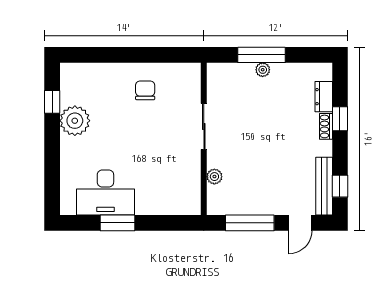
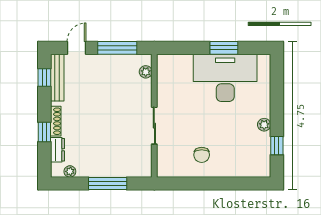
plant: (263, 70) -> (70, 171), moved
plant: (75, 121) -> (264, 125), width x0.53, depth x0.53
shoe rack: (326, 126) -> (56, 121), width x1.43
plant: (214, 177) -> (146, 72), moved
desk: (105, 193) -> (225, 78), width x1.36, depth x1.30

